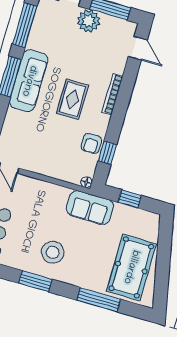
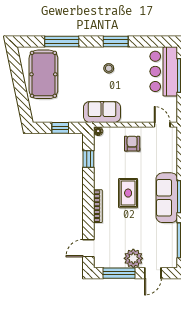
door: (138, 48) -> (88, 248), hinge flipped
armchair: (91, 143) -> (132, 144), moved
sofa: (90, 208) -> (102, 112), moved
stool: (53, 252) -> (109, 68), width x0.53, depth x0.53

